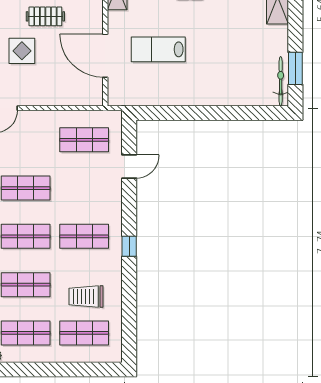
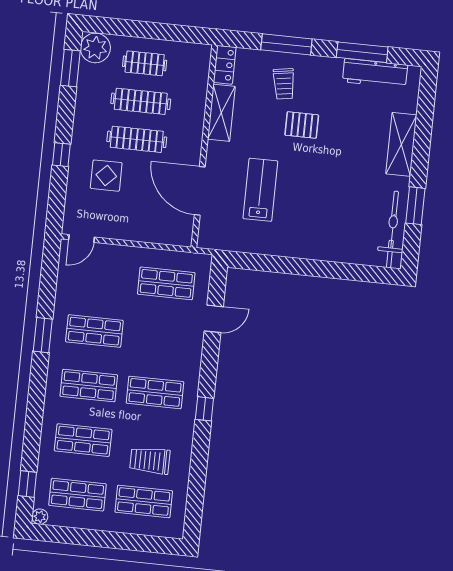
clothes rail: (45, 16) -> (137, 139), width x1.36
lab bench: (158, 49) -> (260, 190), turned 90
window: (295, 68) -> (415, 206), moved
bicycle: (281, 81) -> (392, 229), width x1.37, depth x1.40

